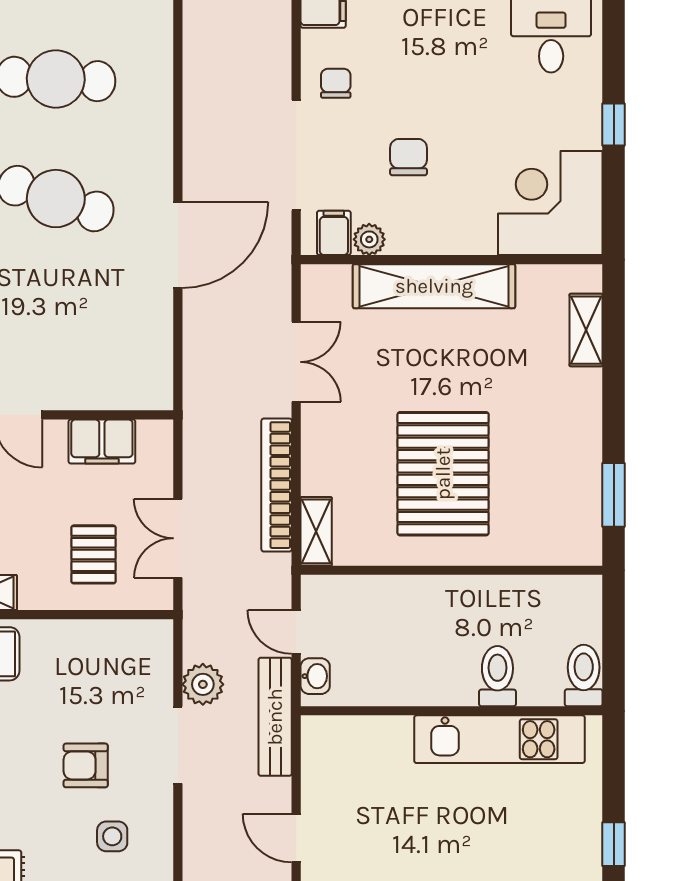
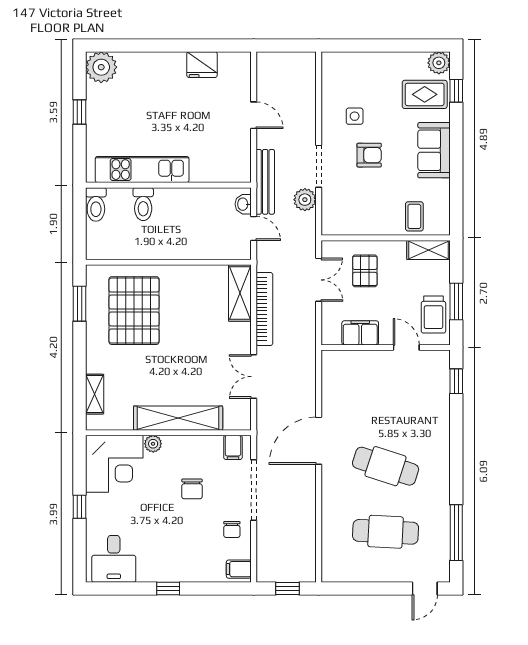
plant: (369, 239) -> (153, 444), moved
pallet: (443, 474) -> (134, 311), moved
shelving: (316, 531) -> (240, 293), width x1.50, depth x1.33

